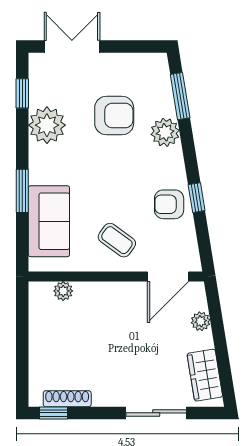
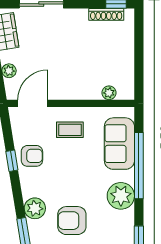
plant: (47, 125) -> (121, 196), moved
window: (22, 191) -> (139, 166), width x2.11
coffee table: (117, 240) -> (70, 130), turned -36

